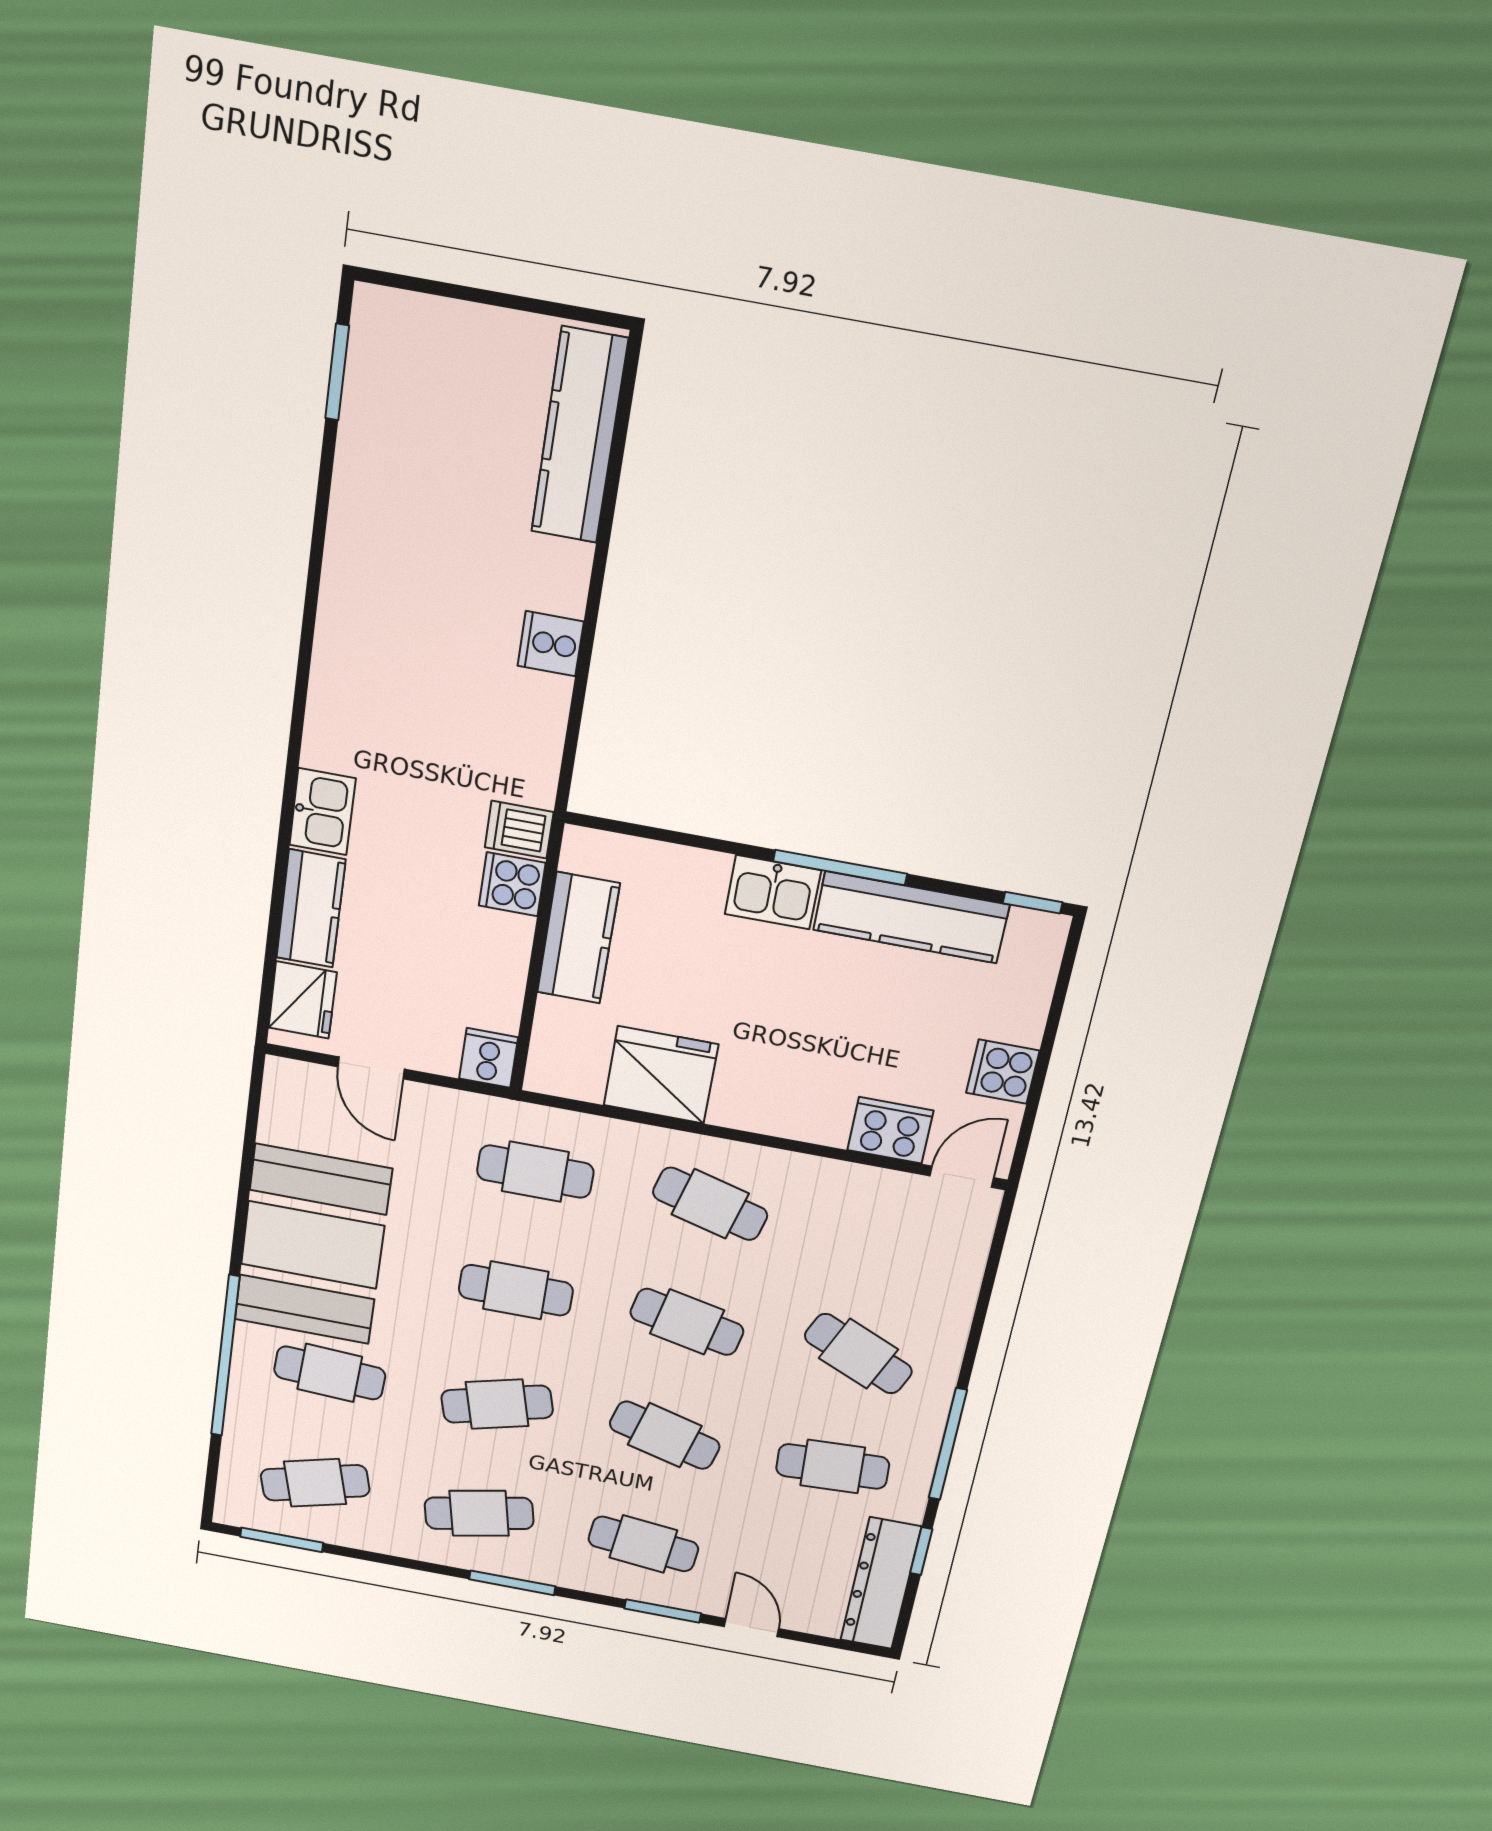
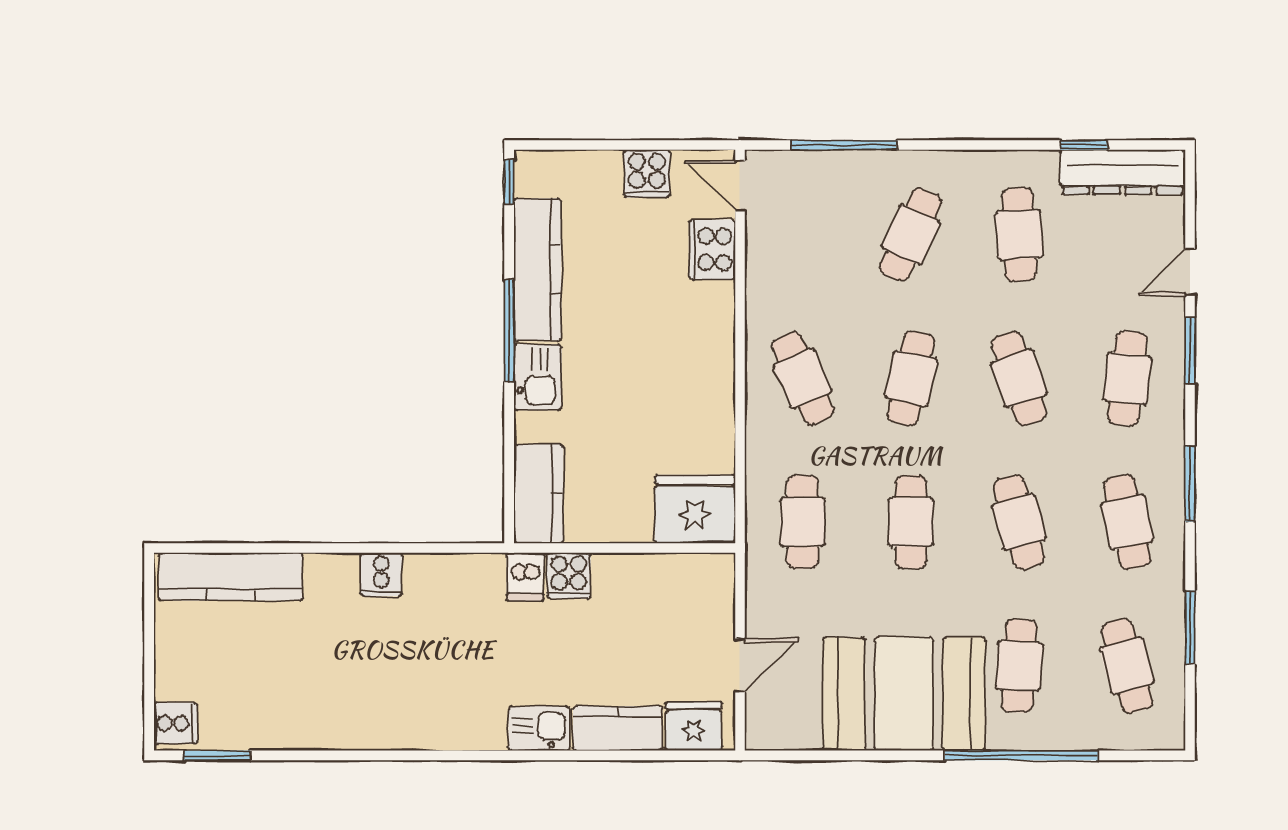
kitchen counter: (578, 938) -> (539, 494), moved, turned 90
cooker: (489, 1058) -> (176, 723), moved, turned 180
fridge: (661, 1075) -> (695, 509), moved, turned 90
cafe table: (710, 1204) -> (803, 378), turned -39
cafe table: (665, 1435) -> (1019, 378), turned -33
window: (948, 1444) -> (844, 145), moved
window: (282, 1540) -> (1190, 627), moved

